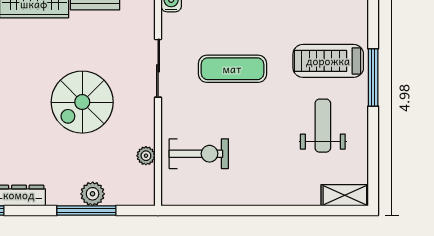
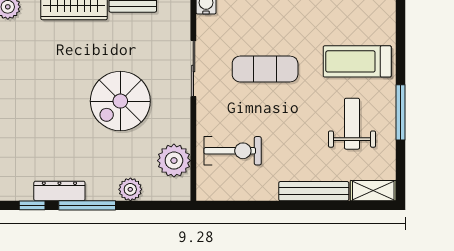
window: (373, 77) -> (400, 112), moved
plant: (146, 156) -> (174, 161), width x1.87, depth x1.87
bench: (283, 196) -> (314, 191), added
window: (86, 210) -> (87, 205), moved

